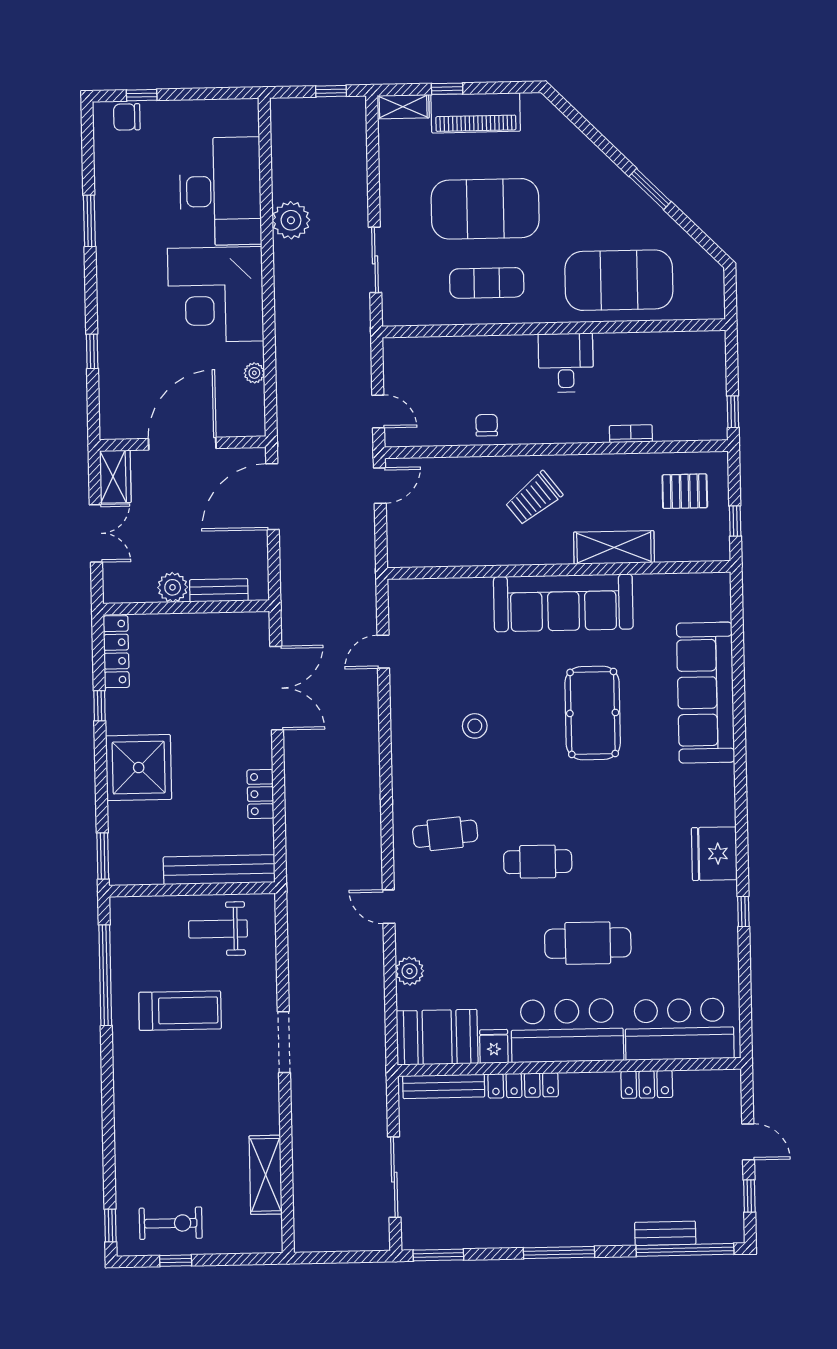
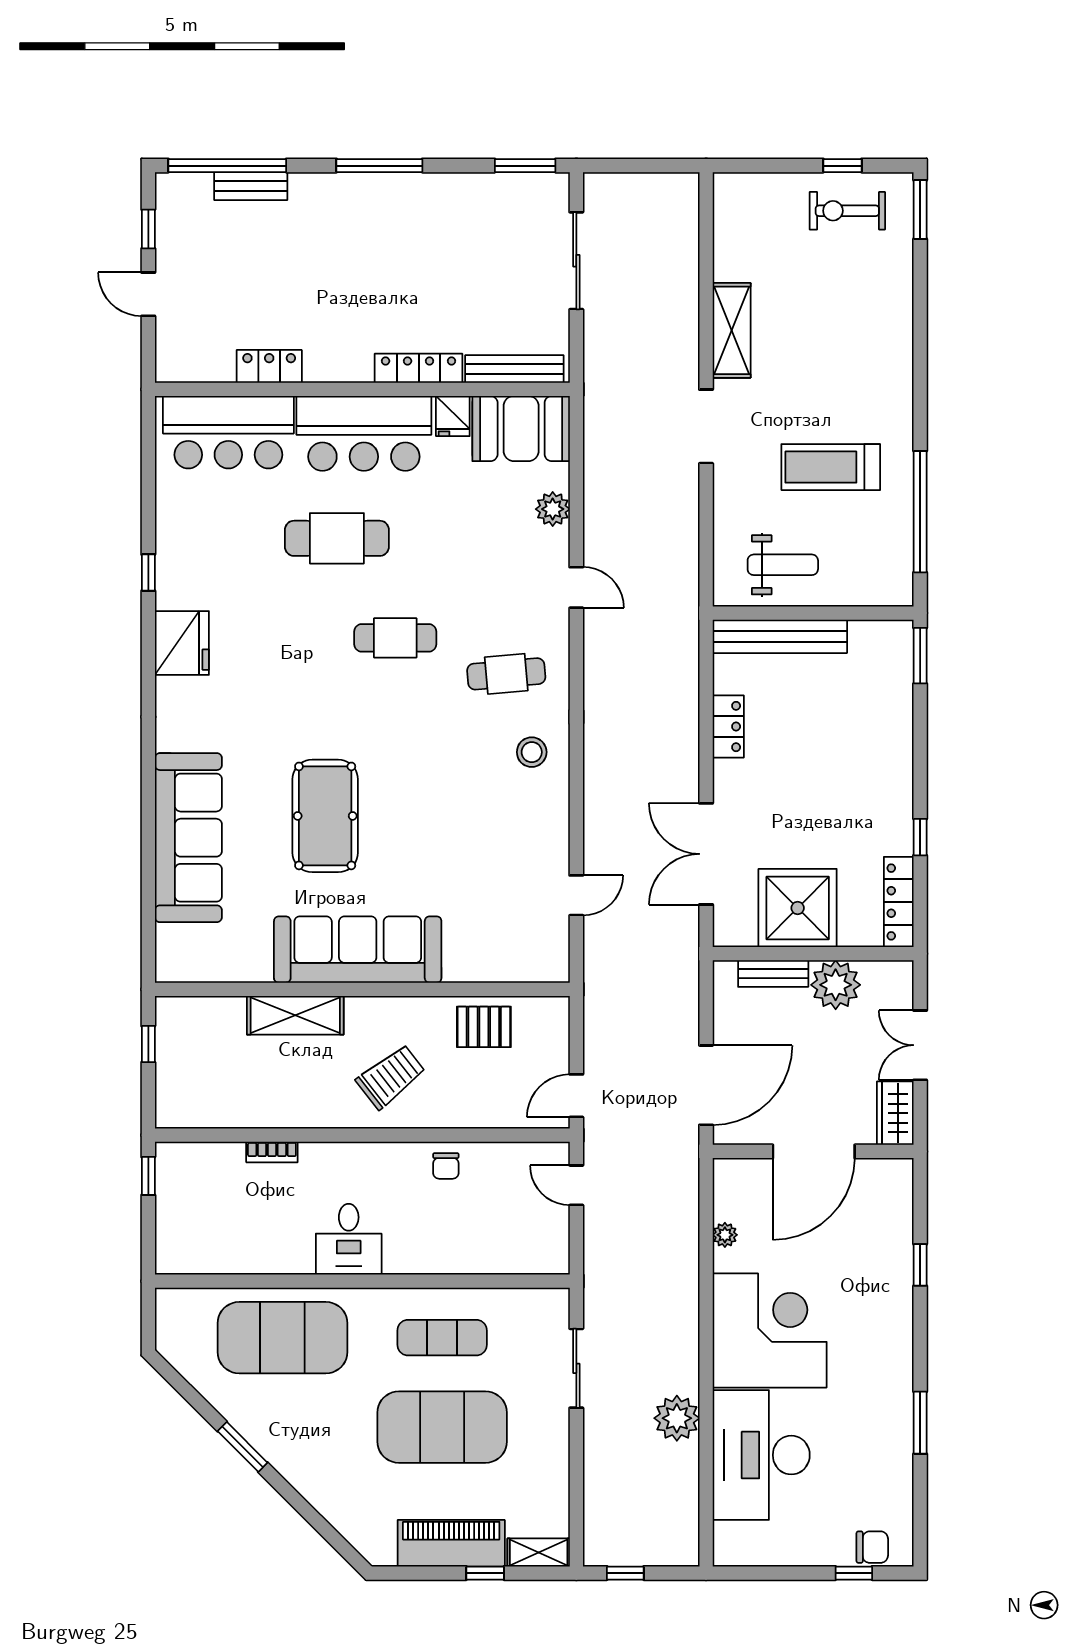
pallet: (685, 491) -> (484, 1027), moved
plant: (173, 587) -> (836, 985), width x1.36, depth x1.36
stool: (475, 726) -> (532, 752), moved
shower: (139, 768) -> (798, 908), moved
shelving: (266, 1175) -> (732, 330), moved
window: (110, 1225) -> (920, 210), width x1.50

